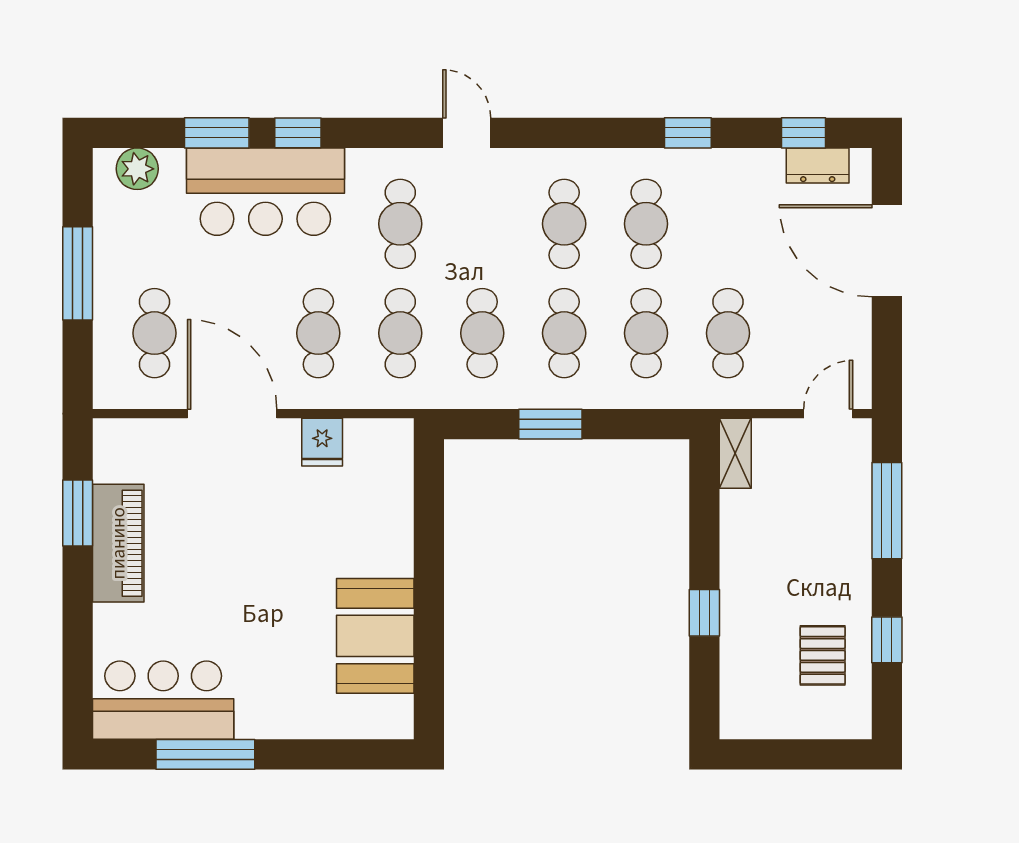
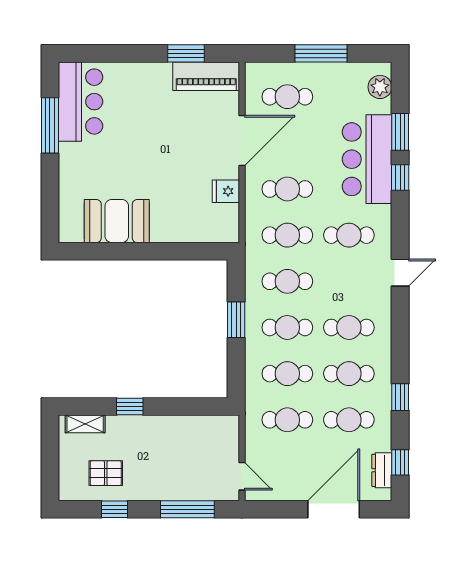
cafe table: (728, 224) -> (349, 420), added
shelving: (735, 453) -> (85, 424), moved
piano: (118, 543) -> (206, 76), moved

